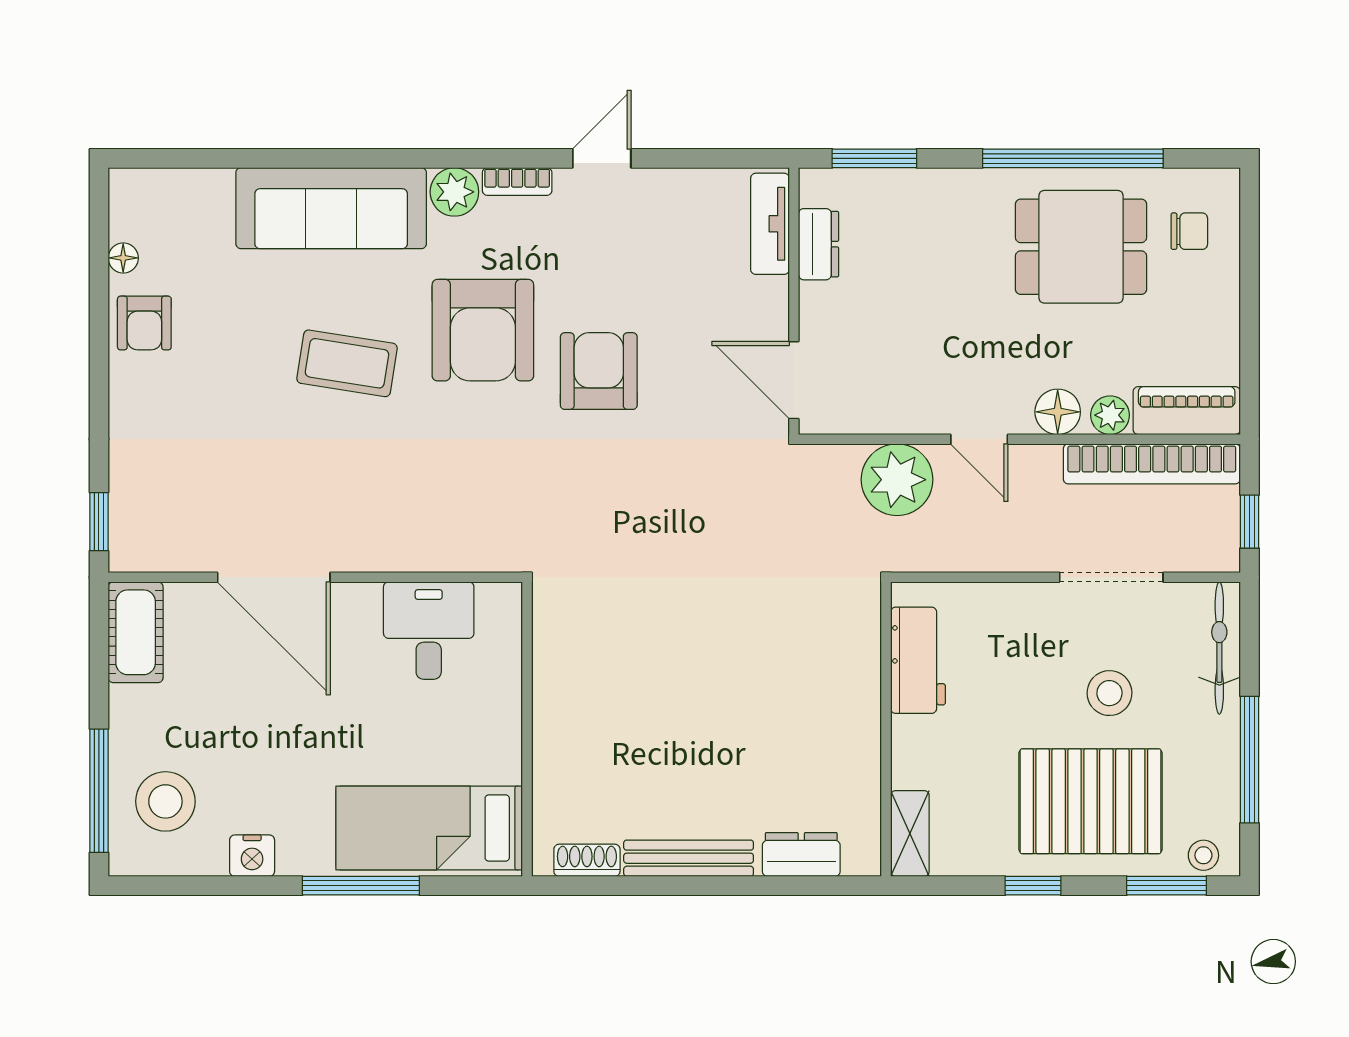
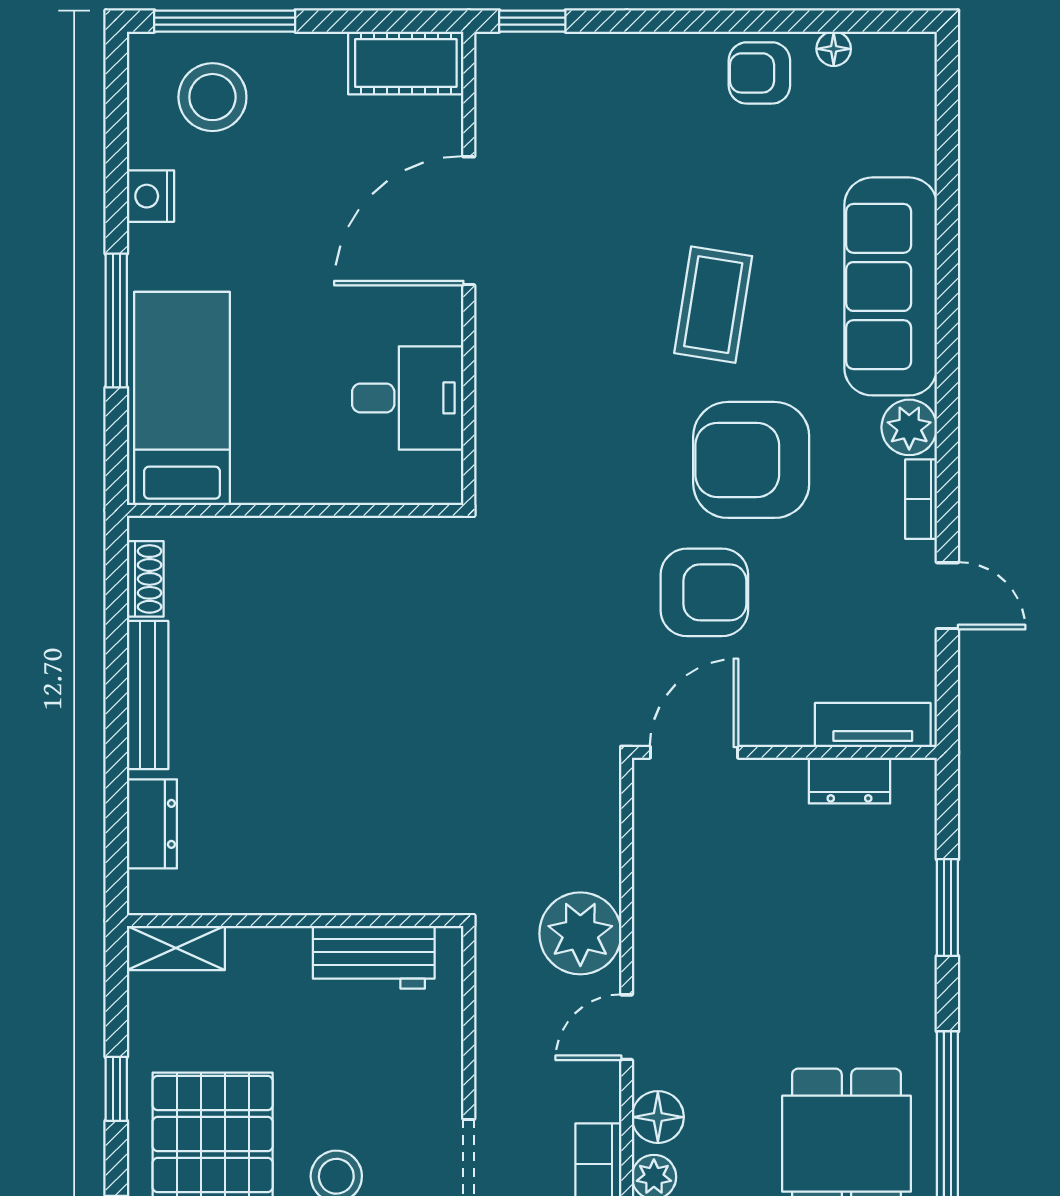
tv unit: (770, 224) -> (873, 725), moved
dresser: (819, 244) -> (849, 780), moved
wall: (794, 301) -> (784, 752), moved
door: (794, 380) -> (694, 752), moved

